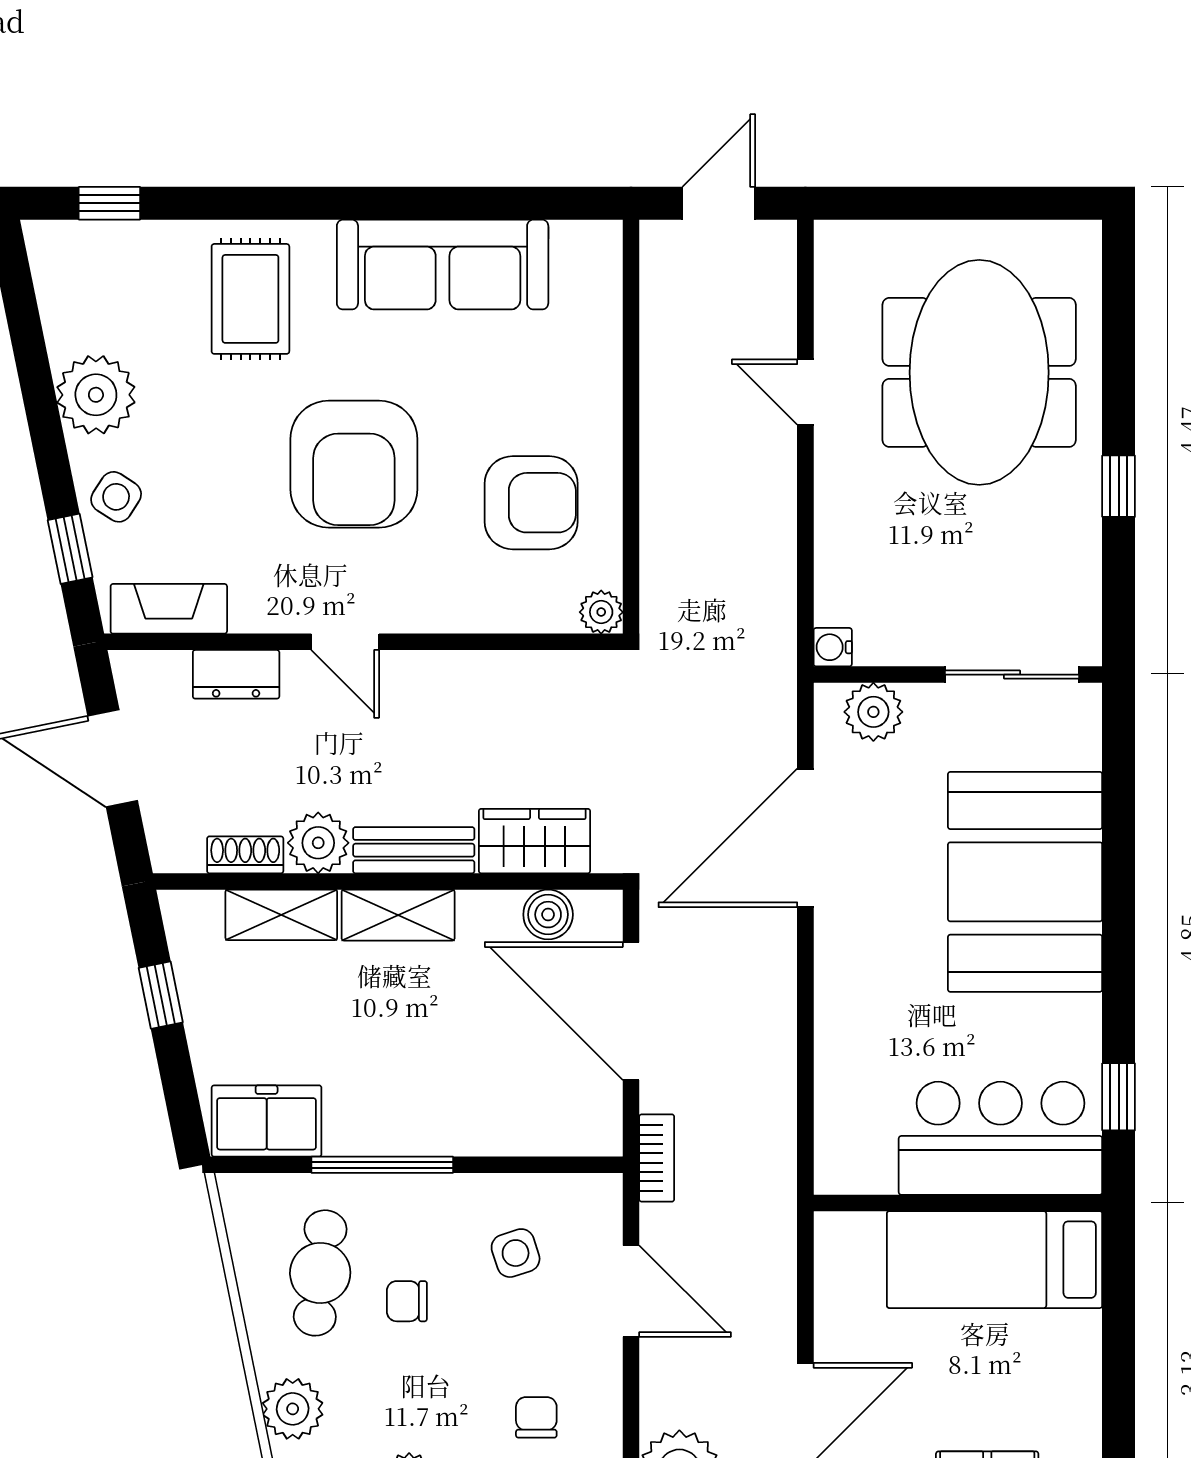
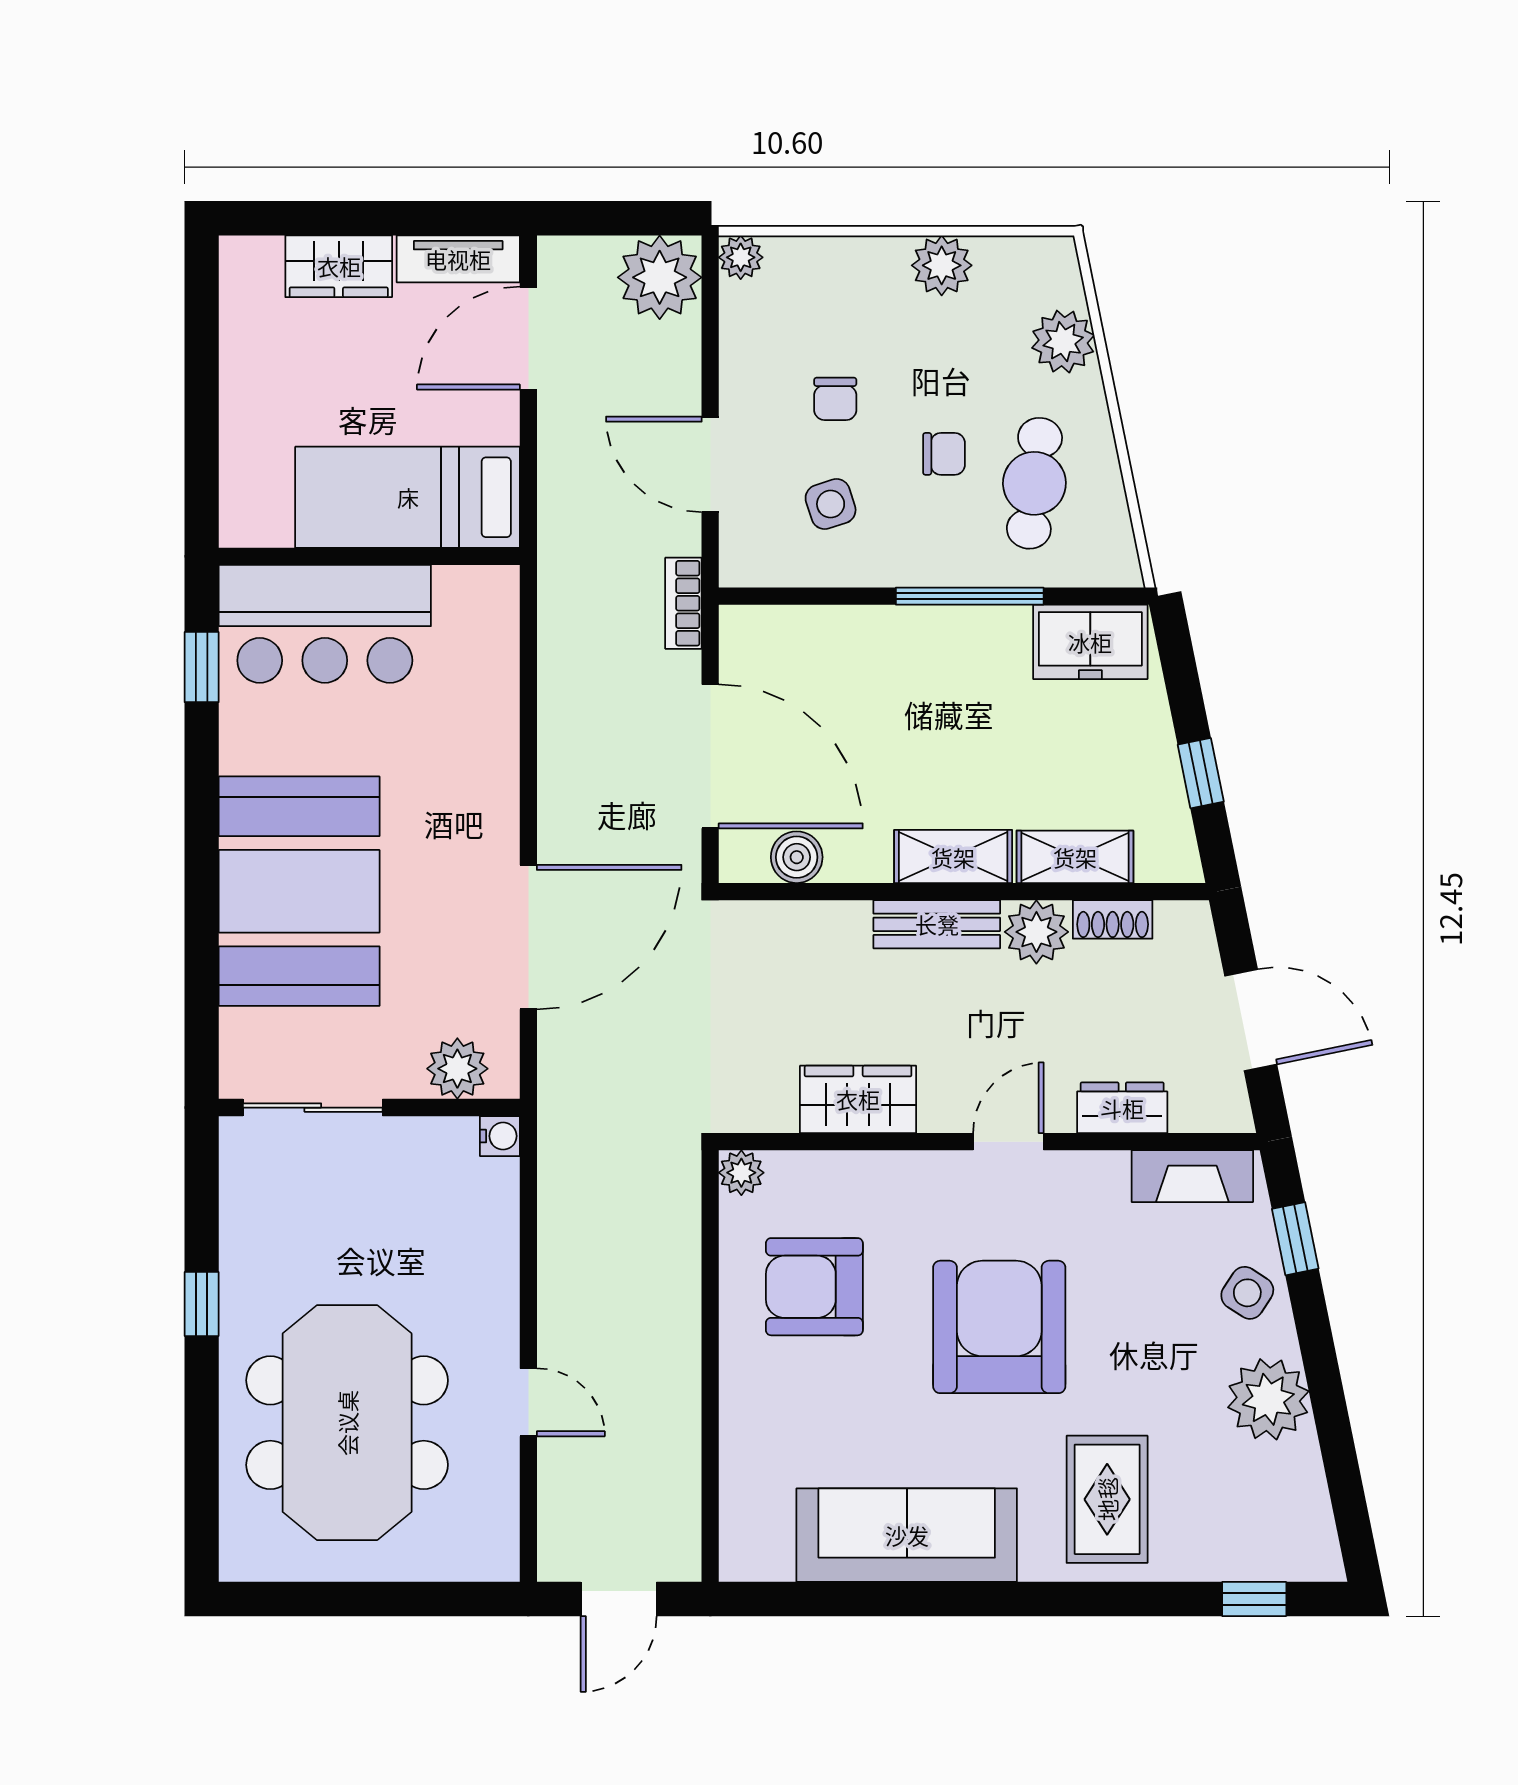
door: (345, 642) -> (1008, 1142), hinge flipped
wardrobe: (534, 841) -> (858, 1099), moved, turned 180
bed: (995, 1260) -> (408, 497), moved, turned 180
chair: (536, 1417) -> (835, 399), moved

